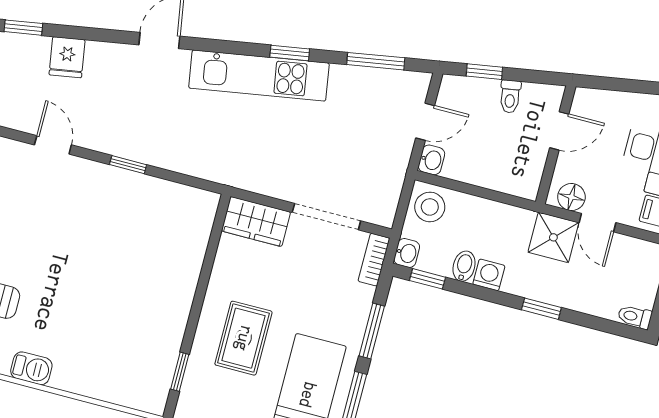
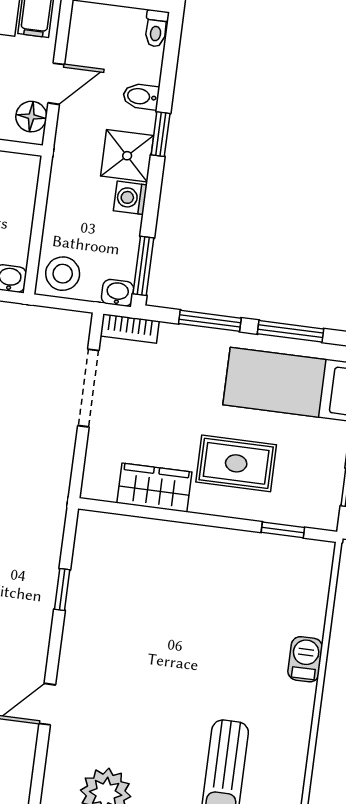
window: (128, 165) -> (62, 589), moved
wardrobe: (256, 221) -> (154, 488), moved, turned -90
shower: (553, 237) -> (127, 156), moved
bidet: (464, 266) -> (141, 96), moved
window: (427, 279) -> (143, 266), width x1.50
barbecue: (31, 368) -> (305, 659), moved

